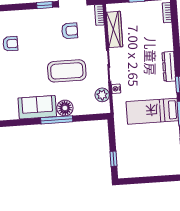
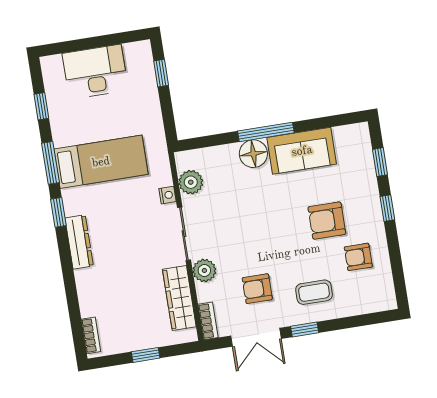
plant: (99, 44) -> (204, 270), added
armchair: (26, 66) -> (327, 221), added
coffee table: (67, 71) -> (314, 292), moved, width x0.54, depth x0.58
desk: (151, 163) -> (95, 72), added

